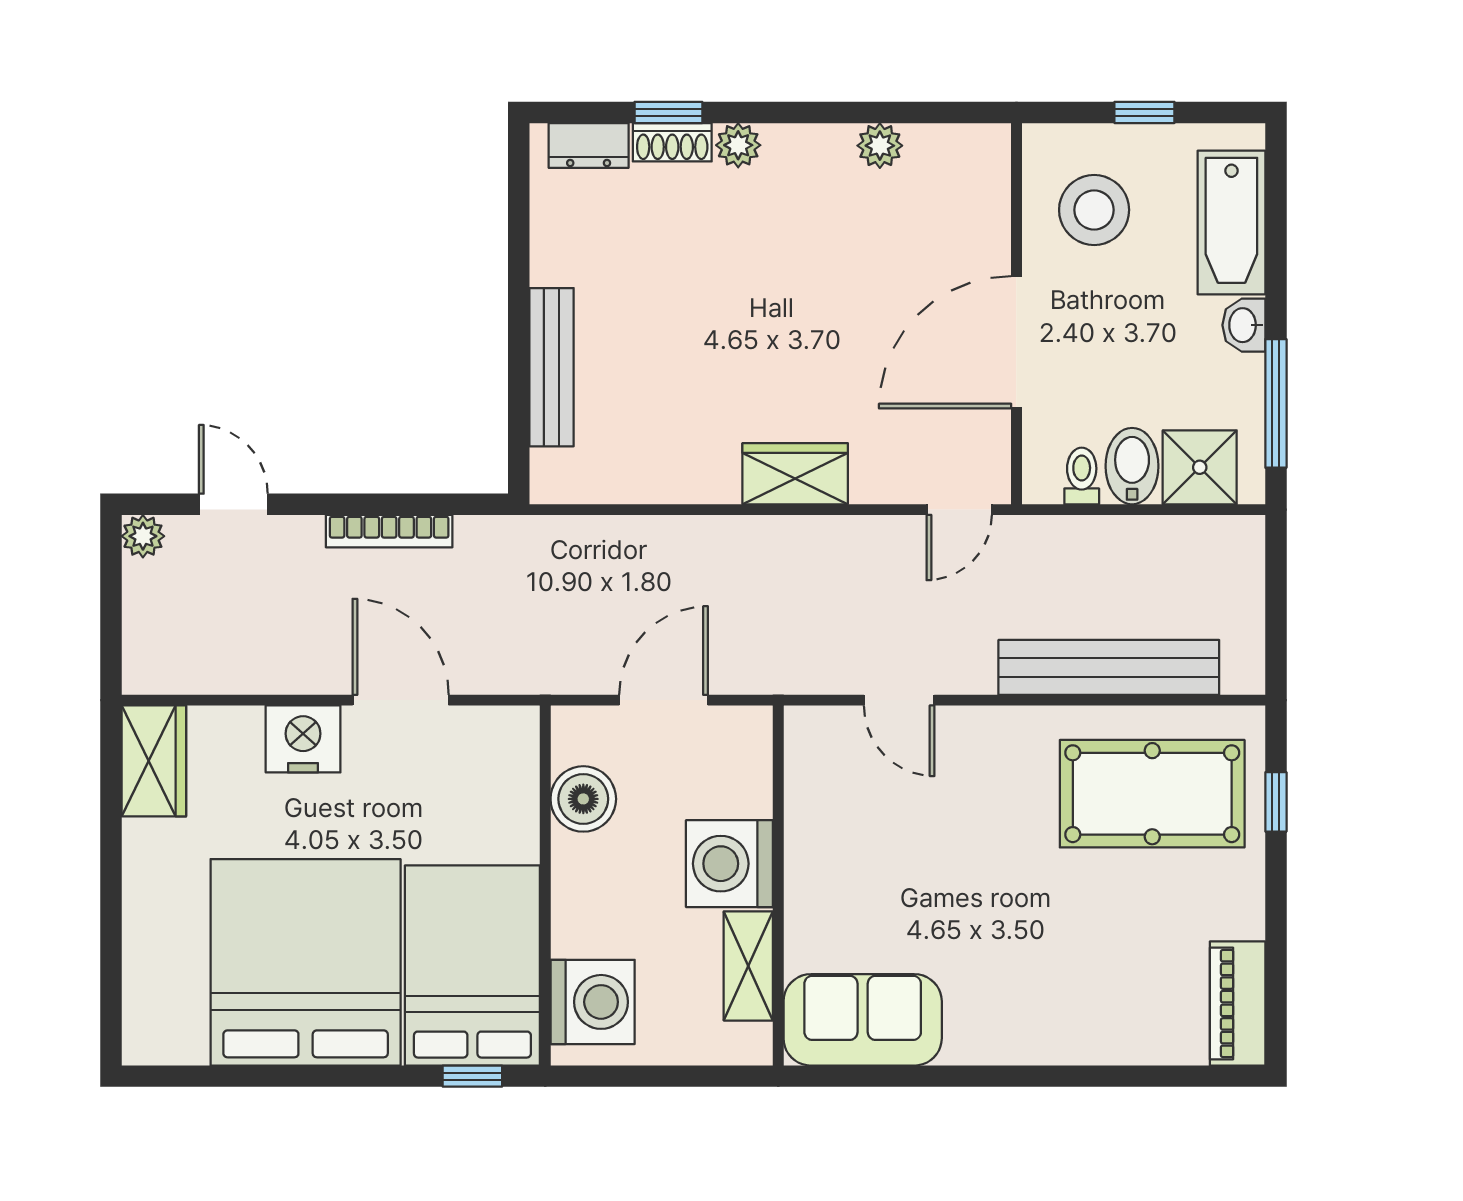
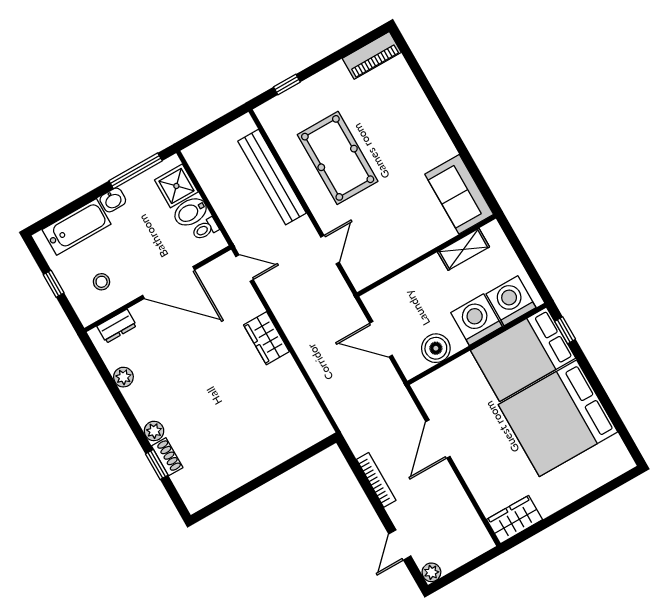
dresser: (589, 146) -> (117, 326), moved, turned 90
stool: (1094, 210) -> (102, 282), width x0.53, depth x0.53
bench: (551, 367) -> (279, 454), removed
nightstand: (303, 739) -> (474, 468), removed
pool table: (1152, 794) -> (338, 158), moved
washing machine: (729, 864) -> (477, 320), moved, turned 180

